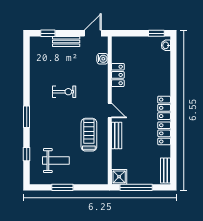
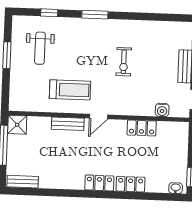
locker: (164, 133) -> (130, 184), moved

